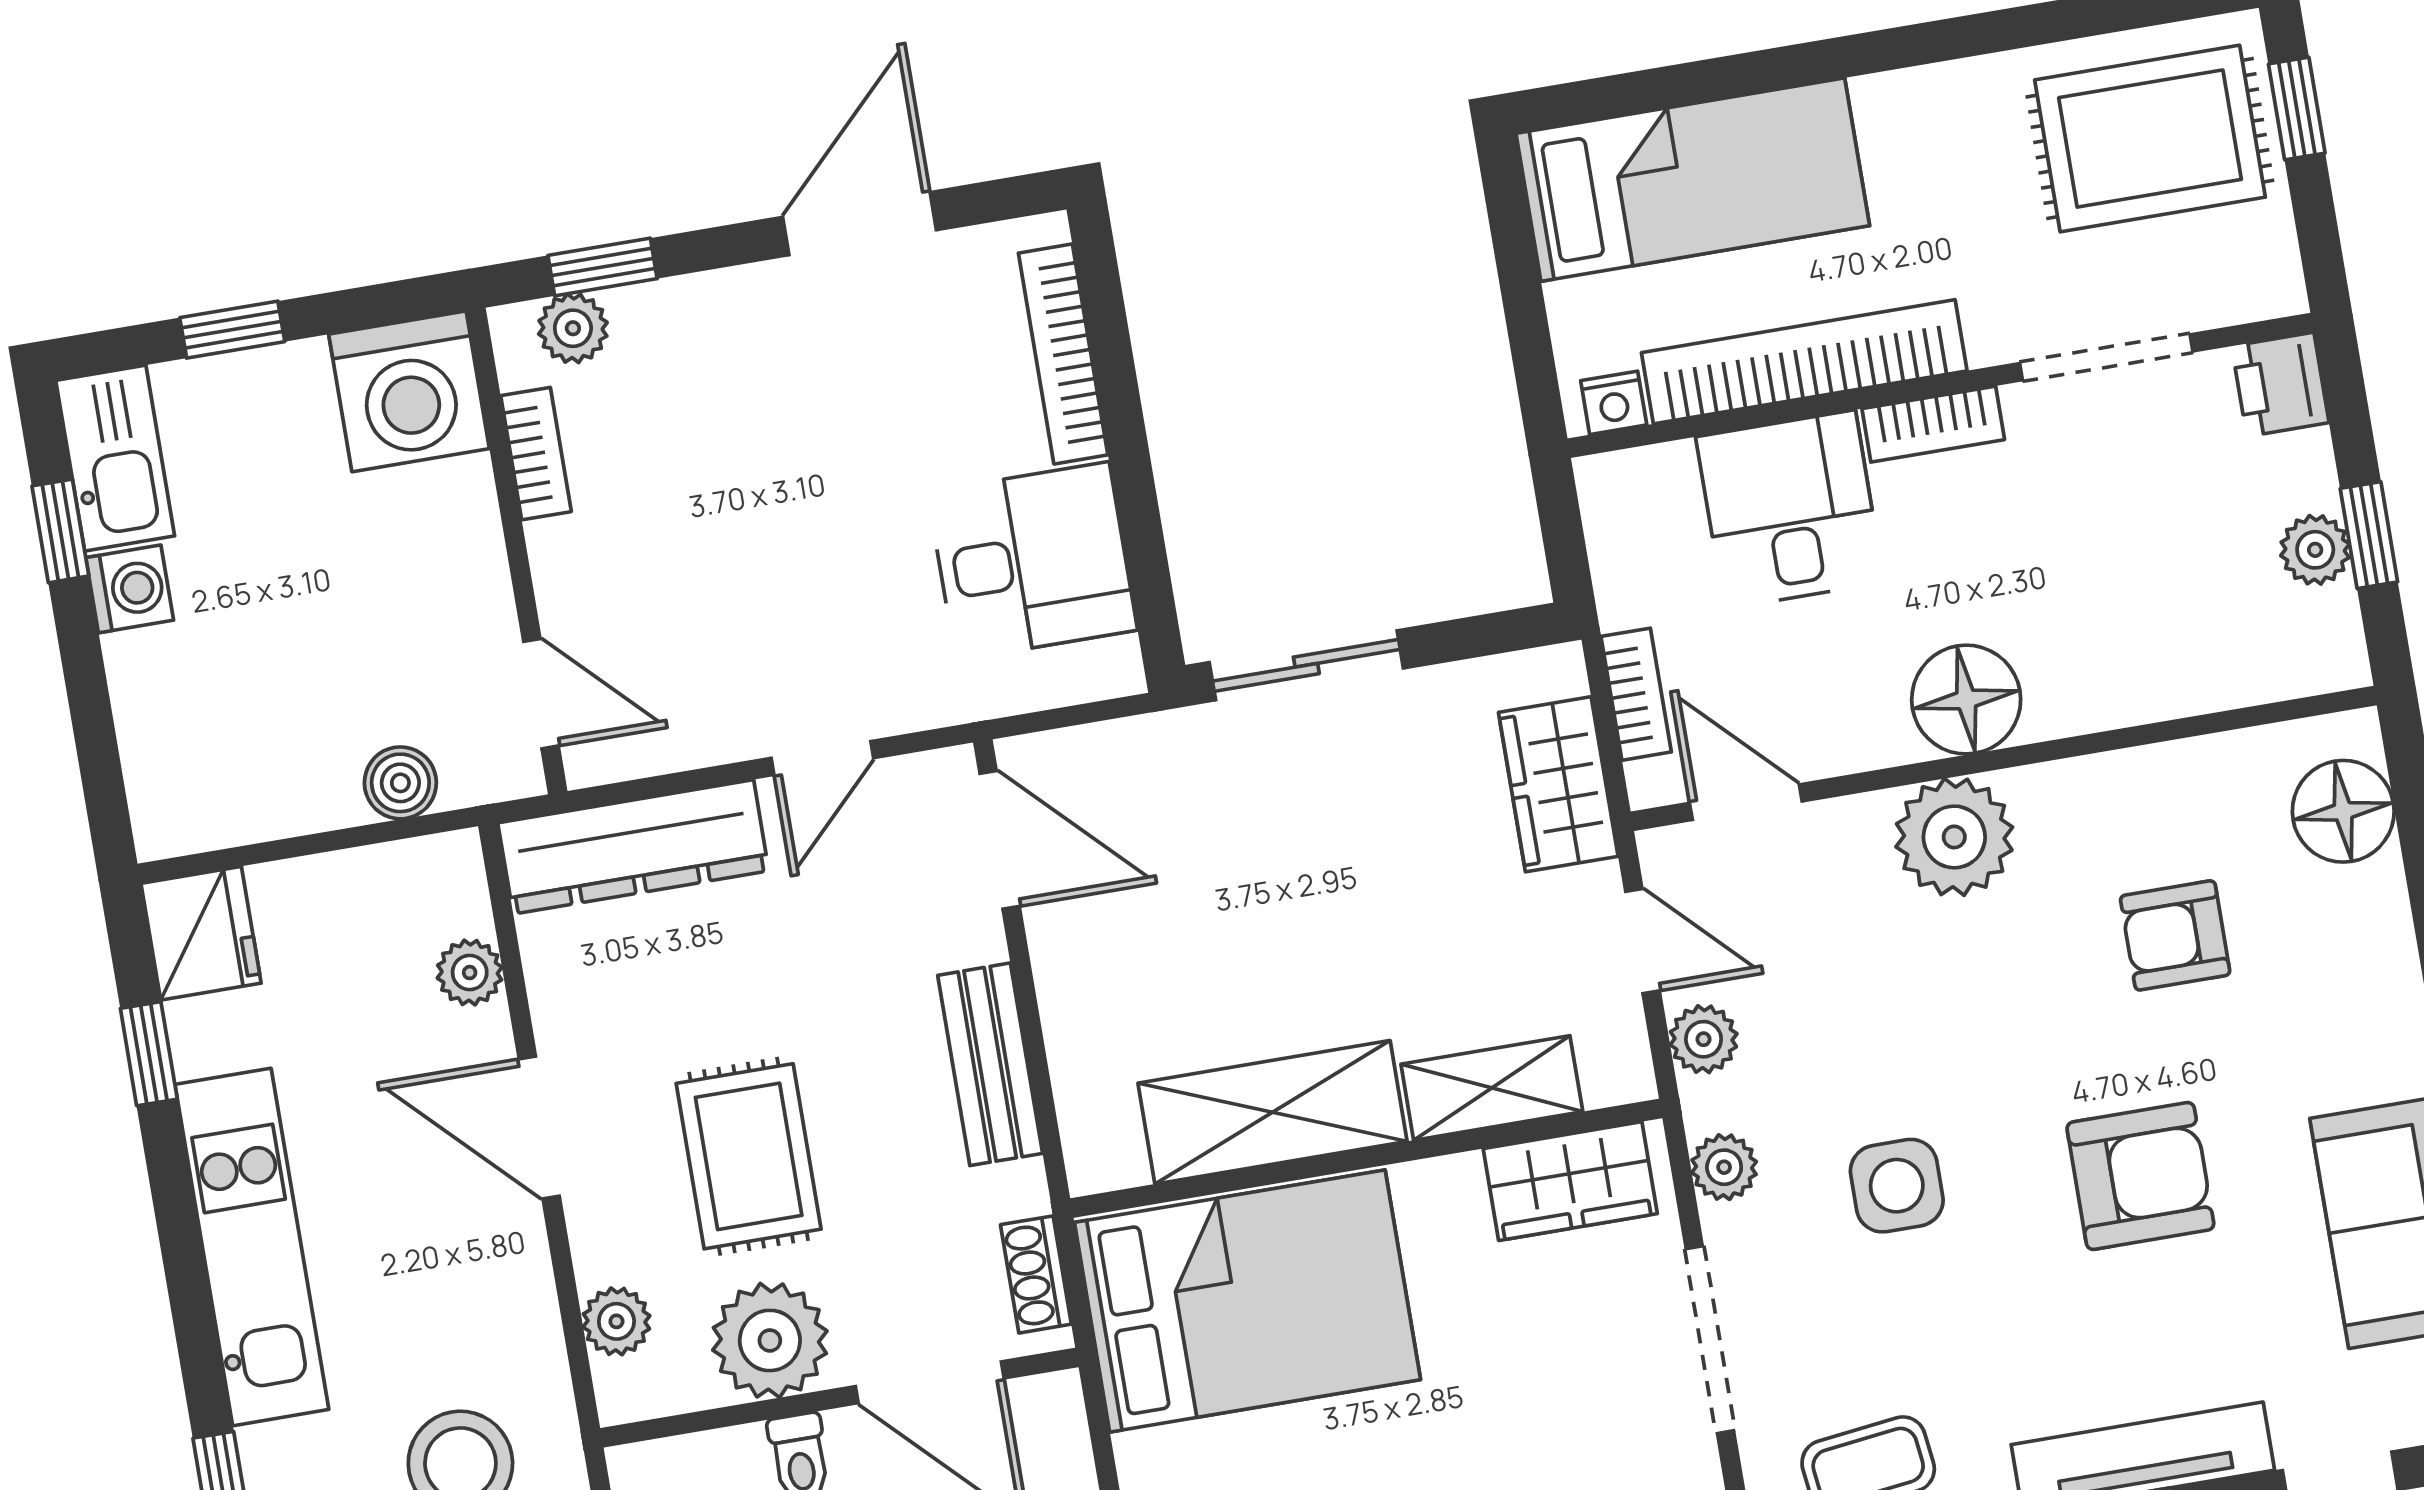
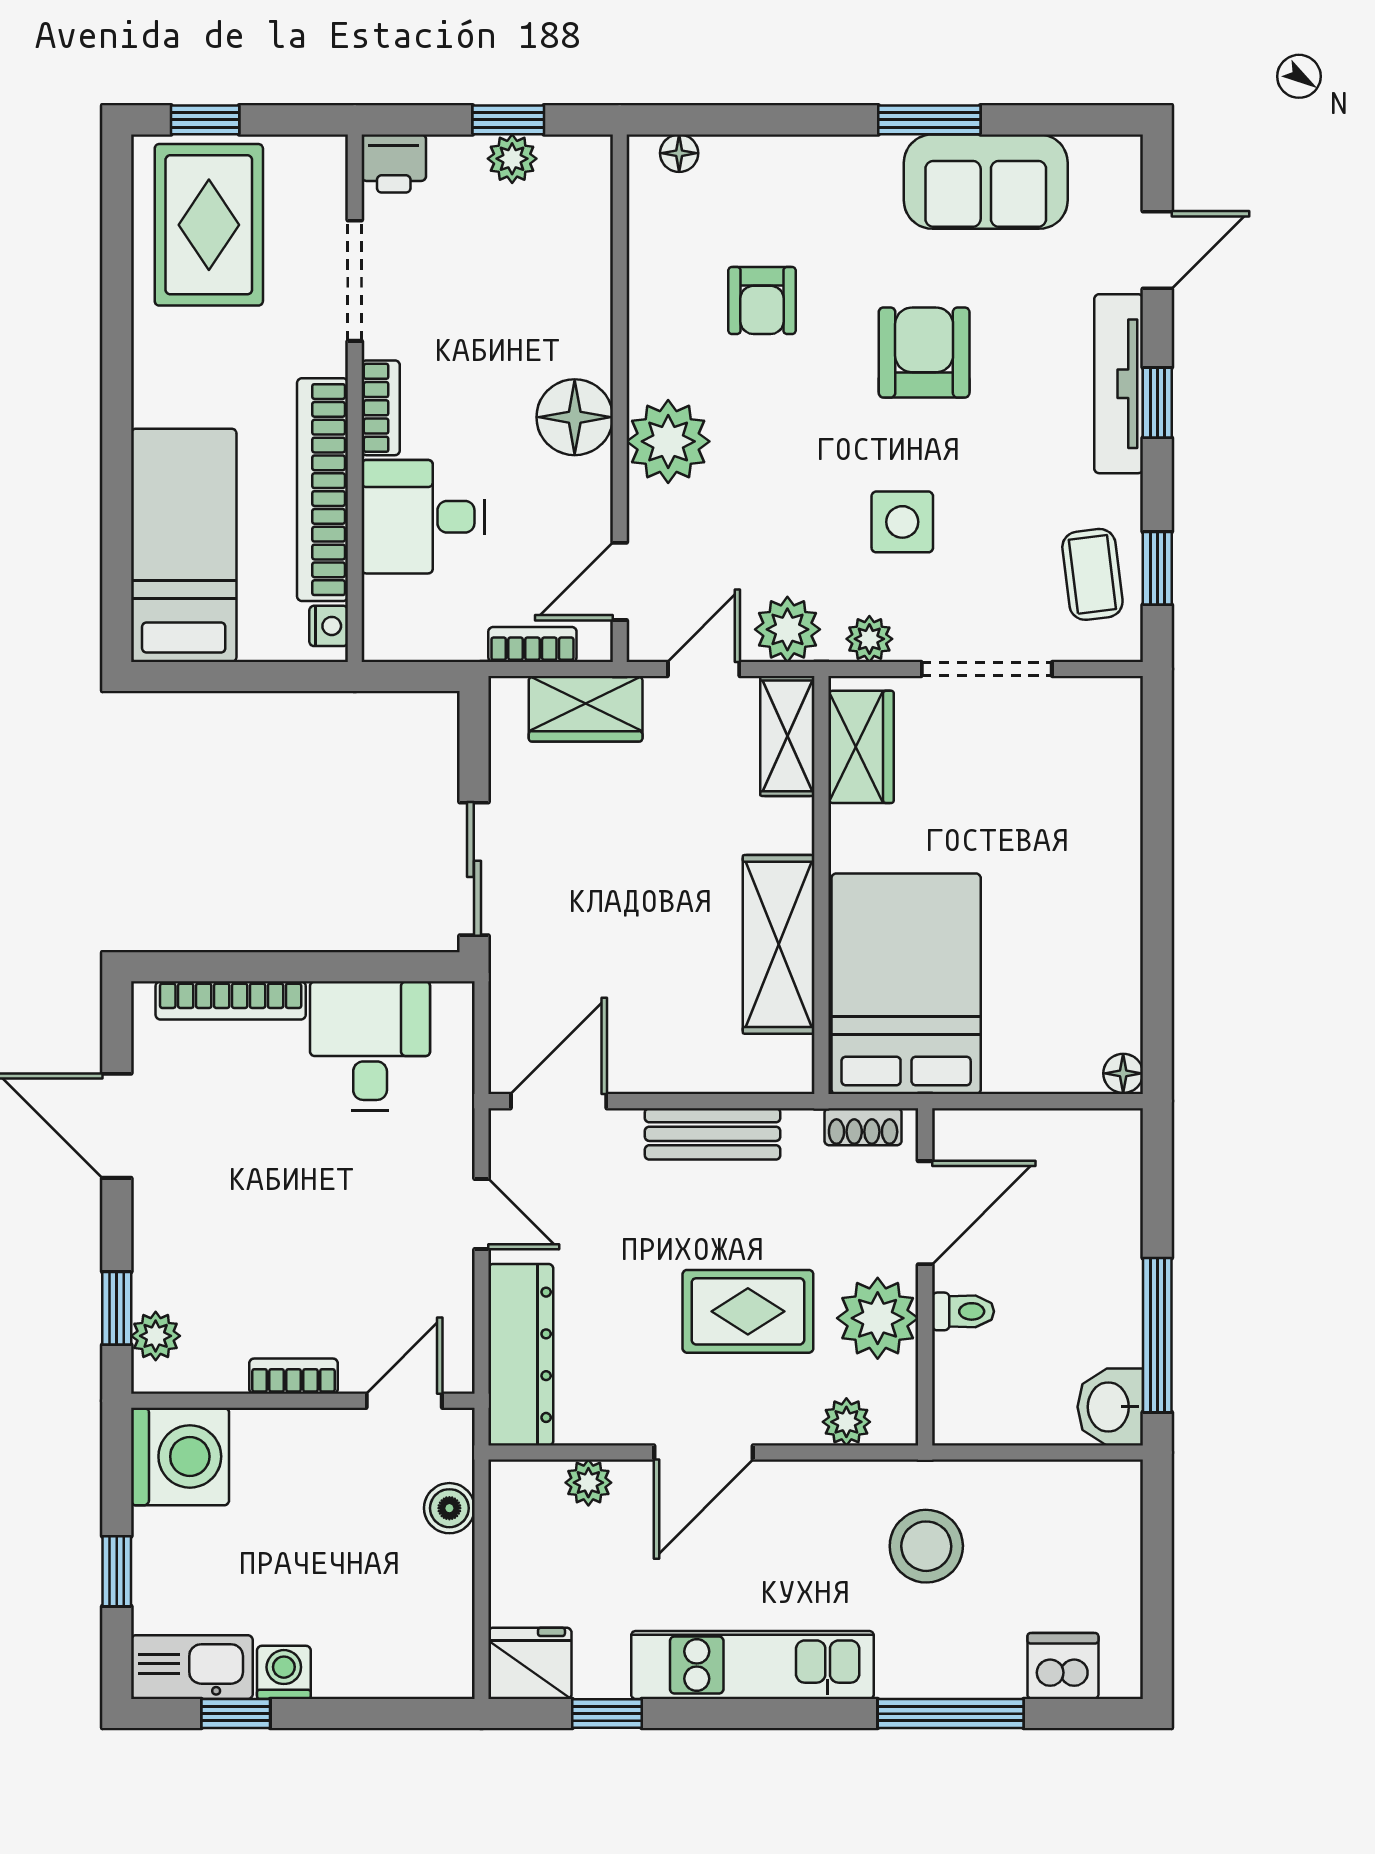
bookcase: (536, 454) -> (294, 1376), moved
floor lamp: (2343, 811) -> (679, 153), width x0.53, depth x0.53
plant: (1704, 1039) -> (787, 629), width x1.38, depth x1.38
shelving: (1492, 1088) -> (787, 736), moved

